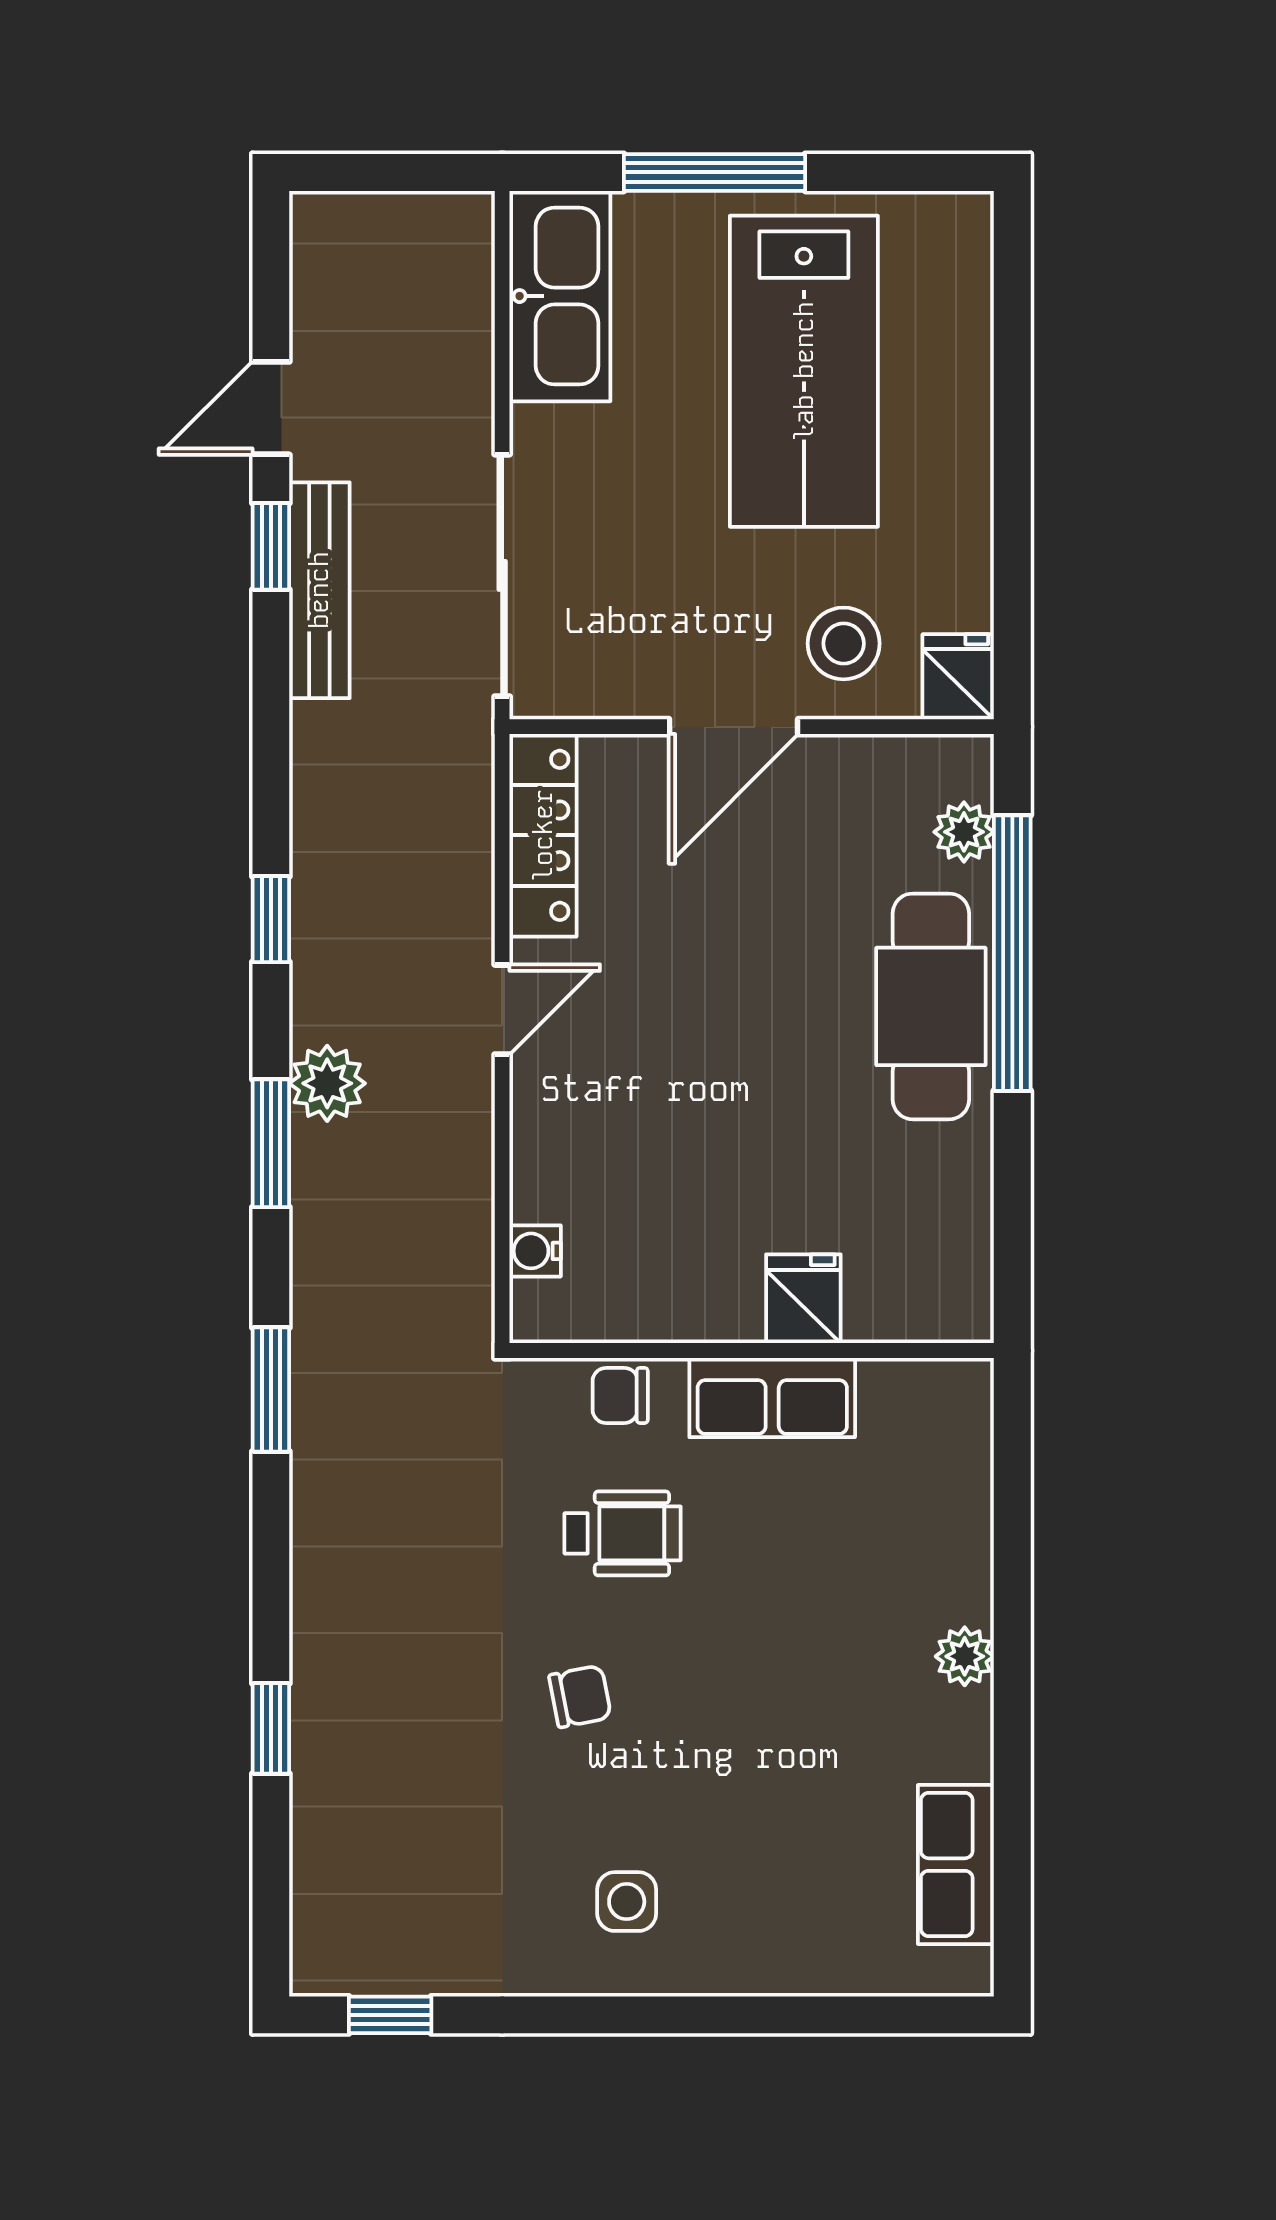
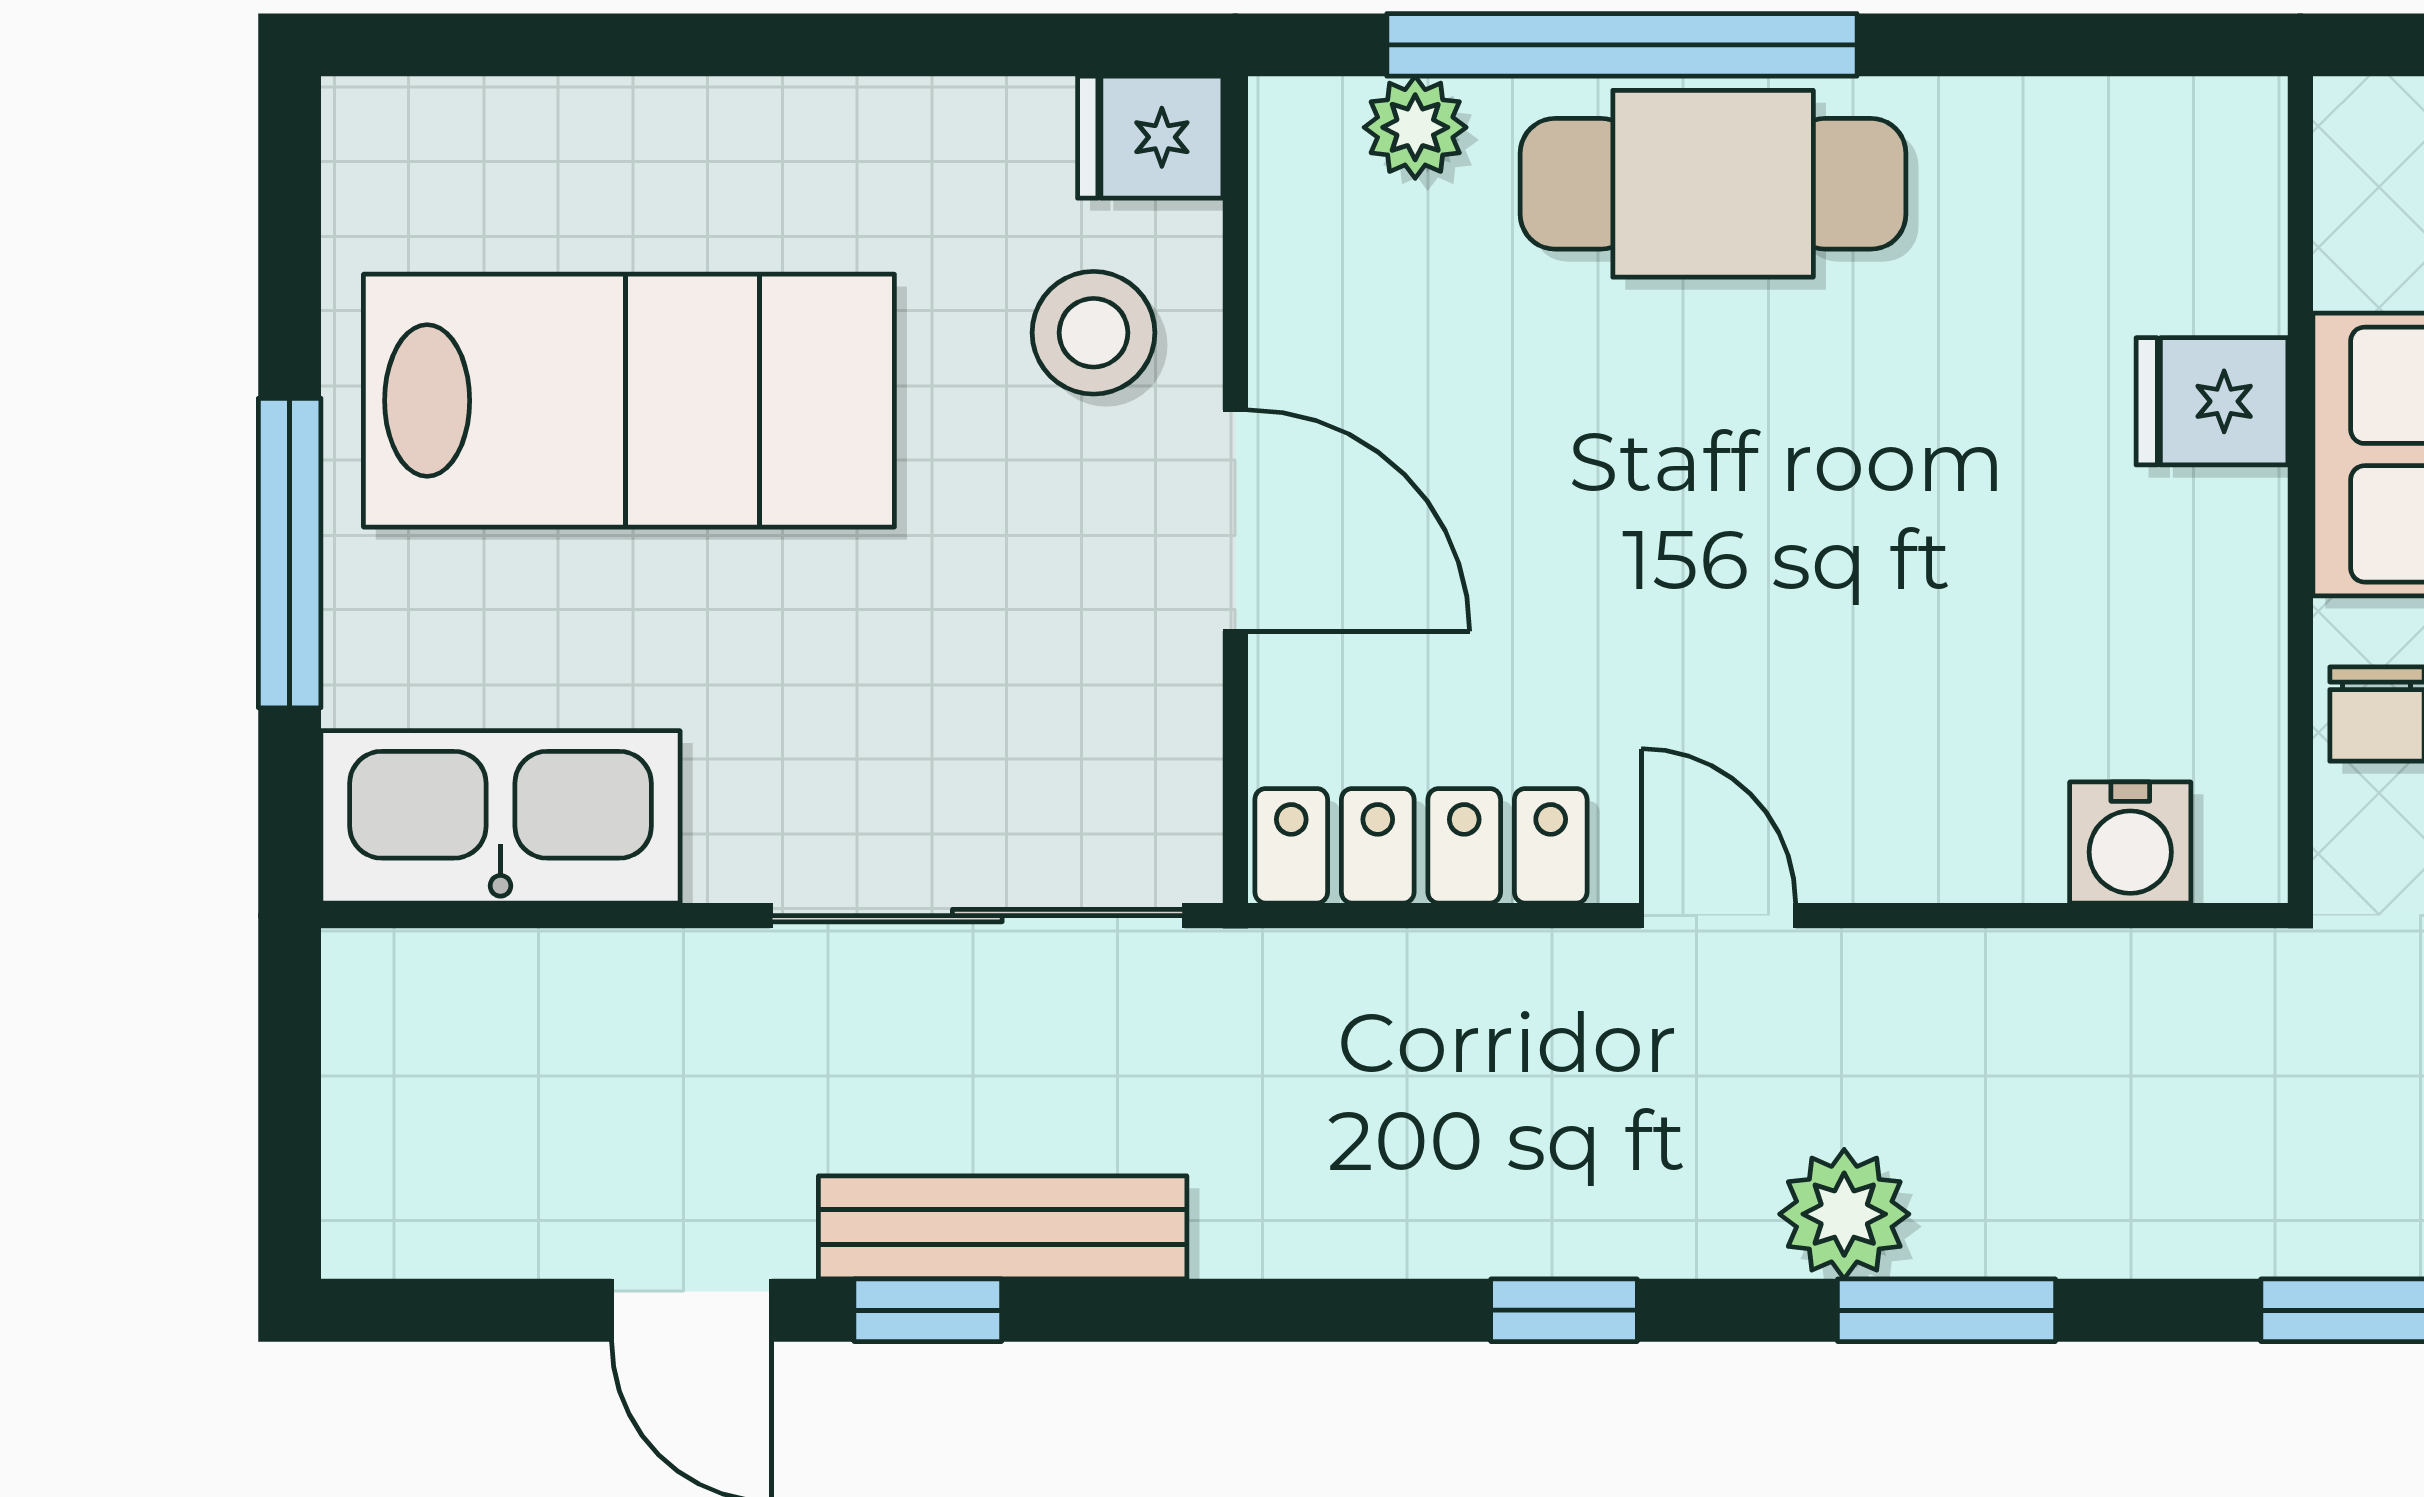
water cooler: (535, 1251) -> (2130, 842), width x1.38, depth x1.38

